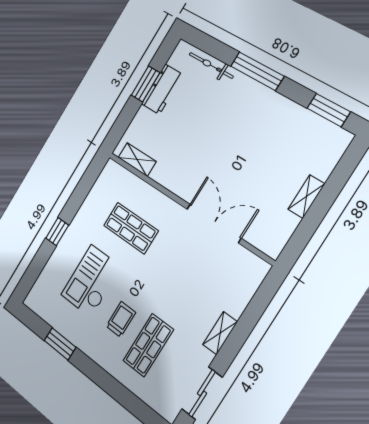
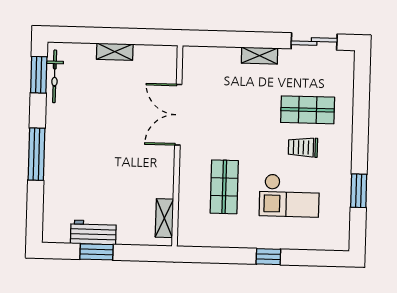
bicycle: (211, 65) -> (55, 76), moved

